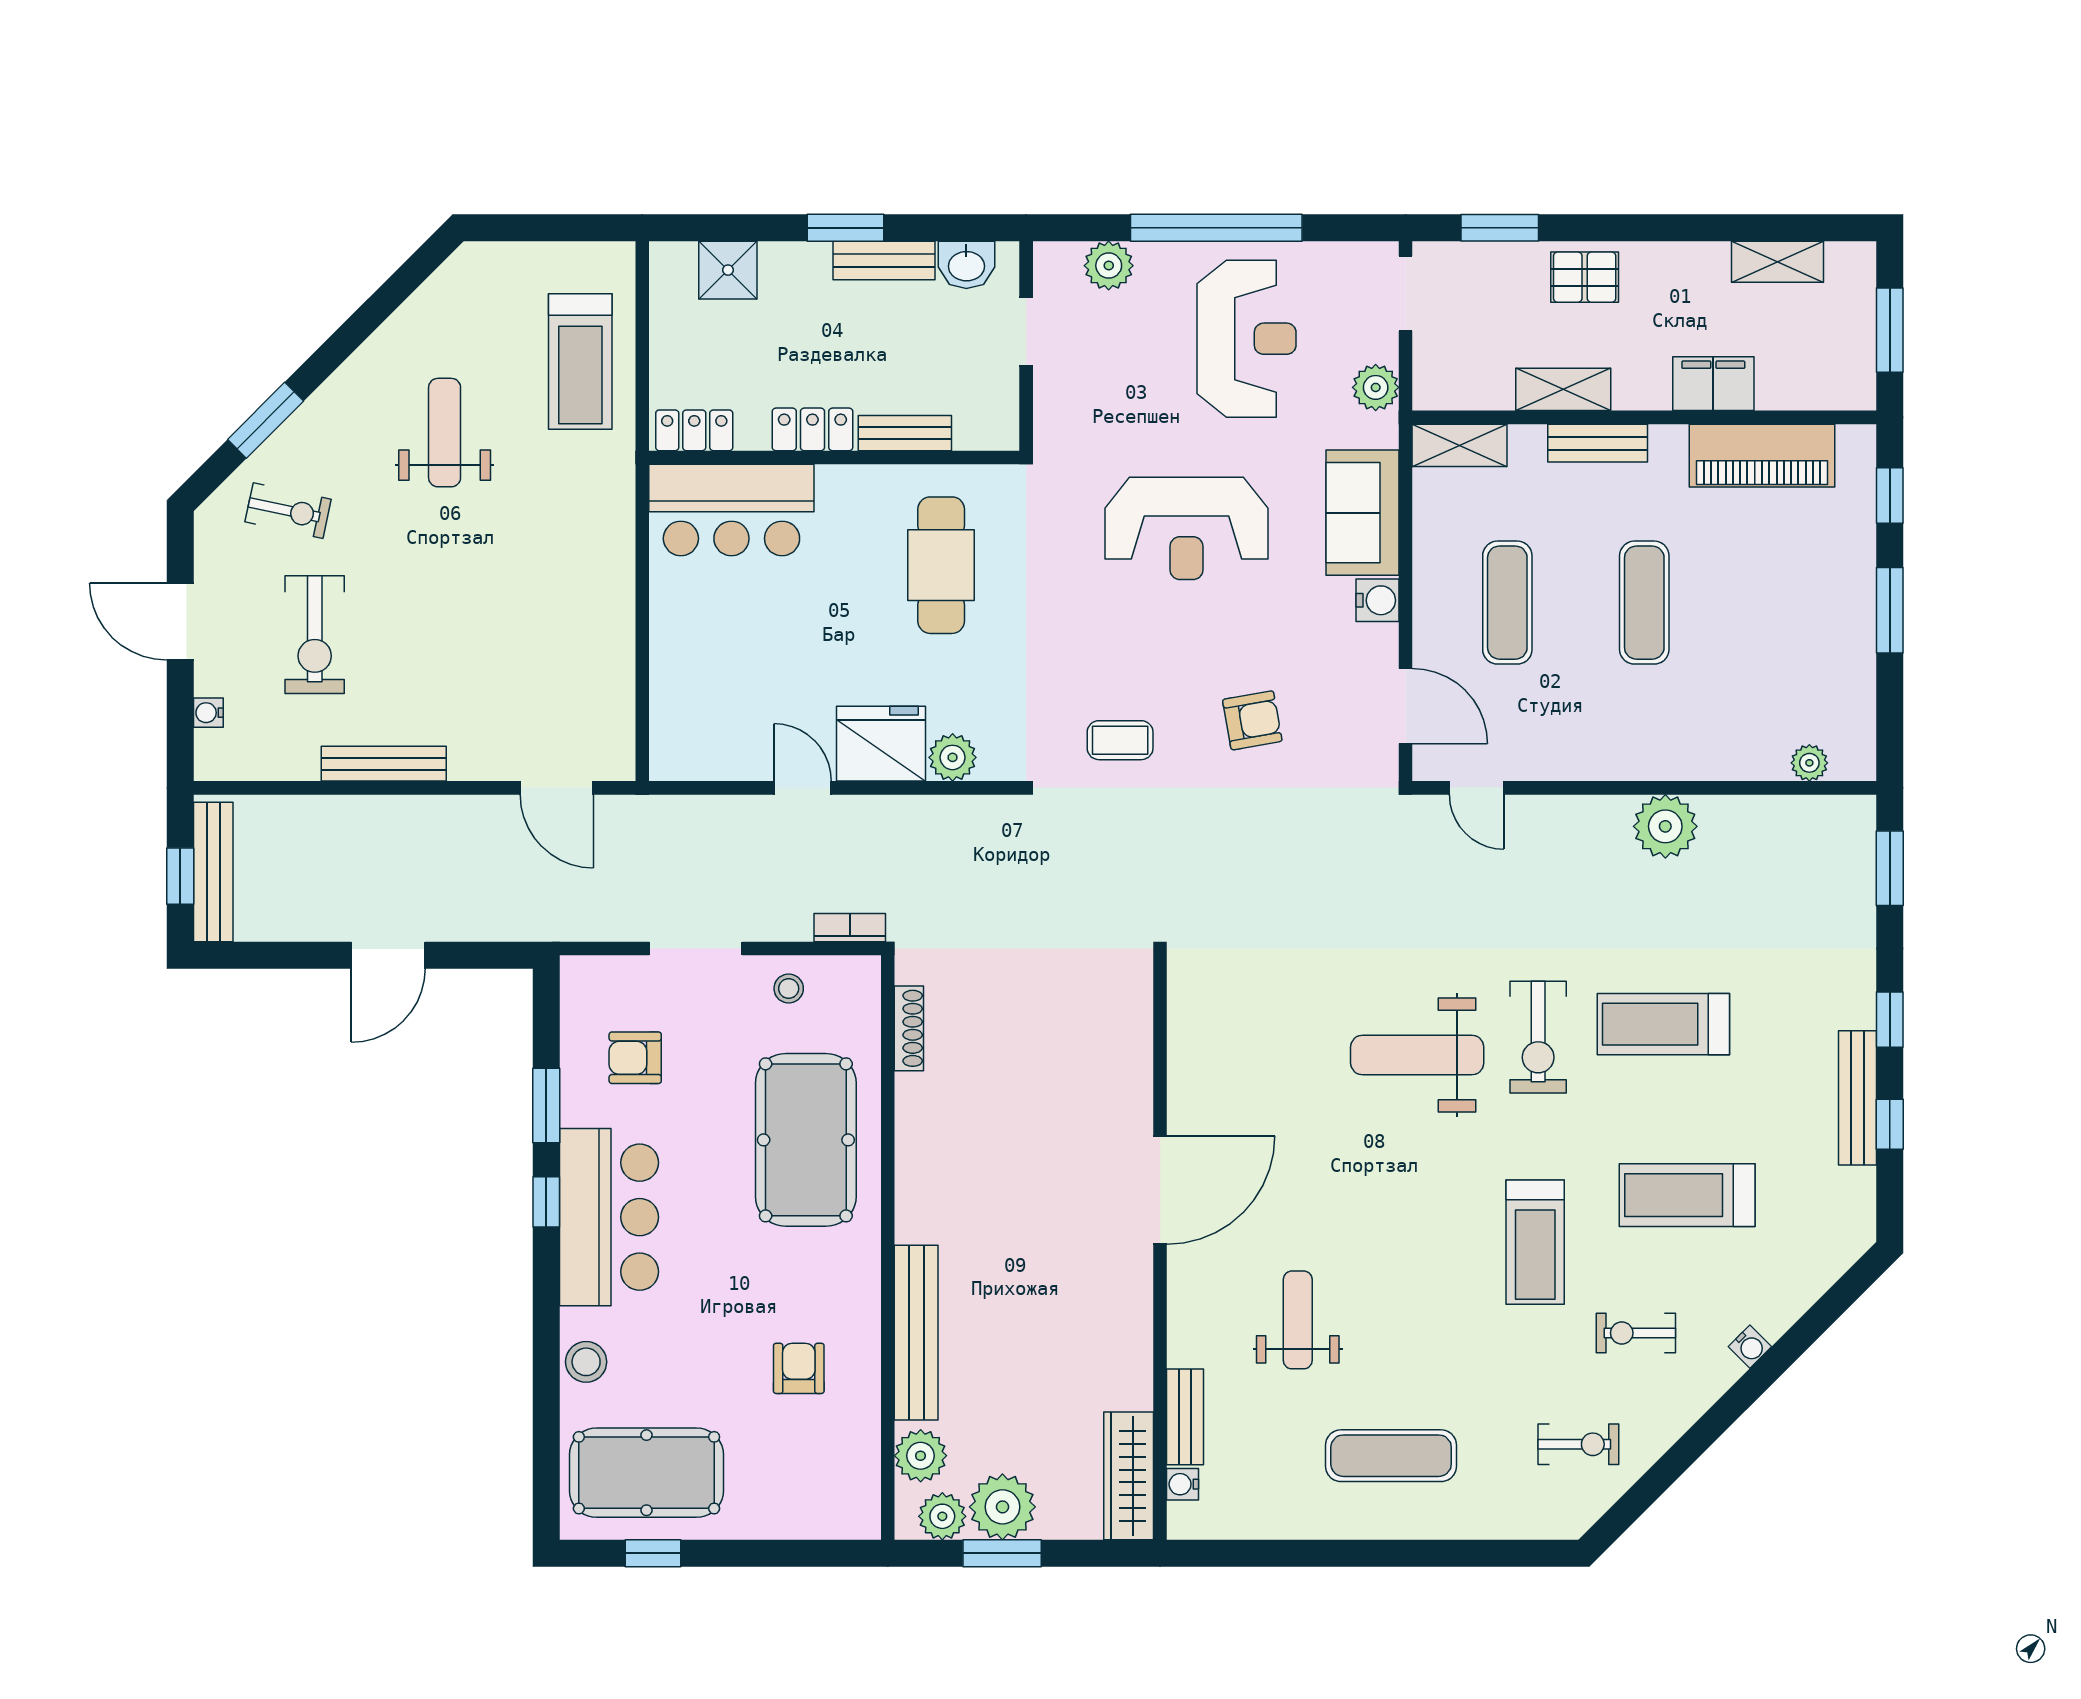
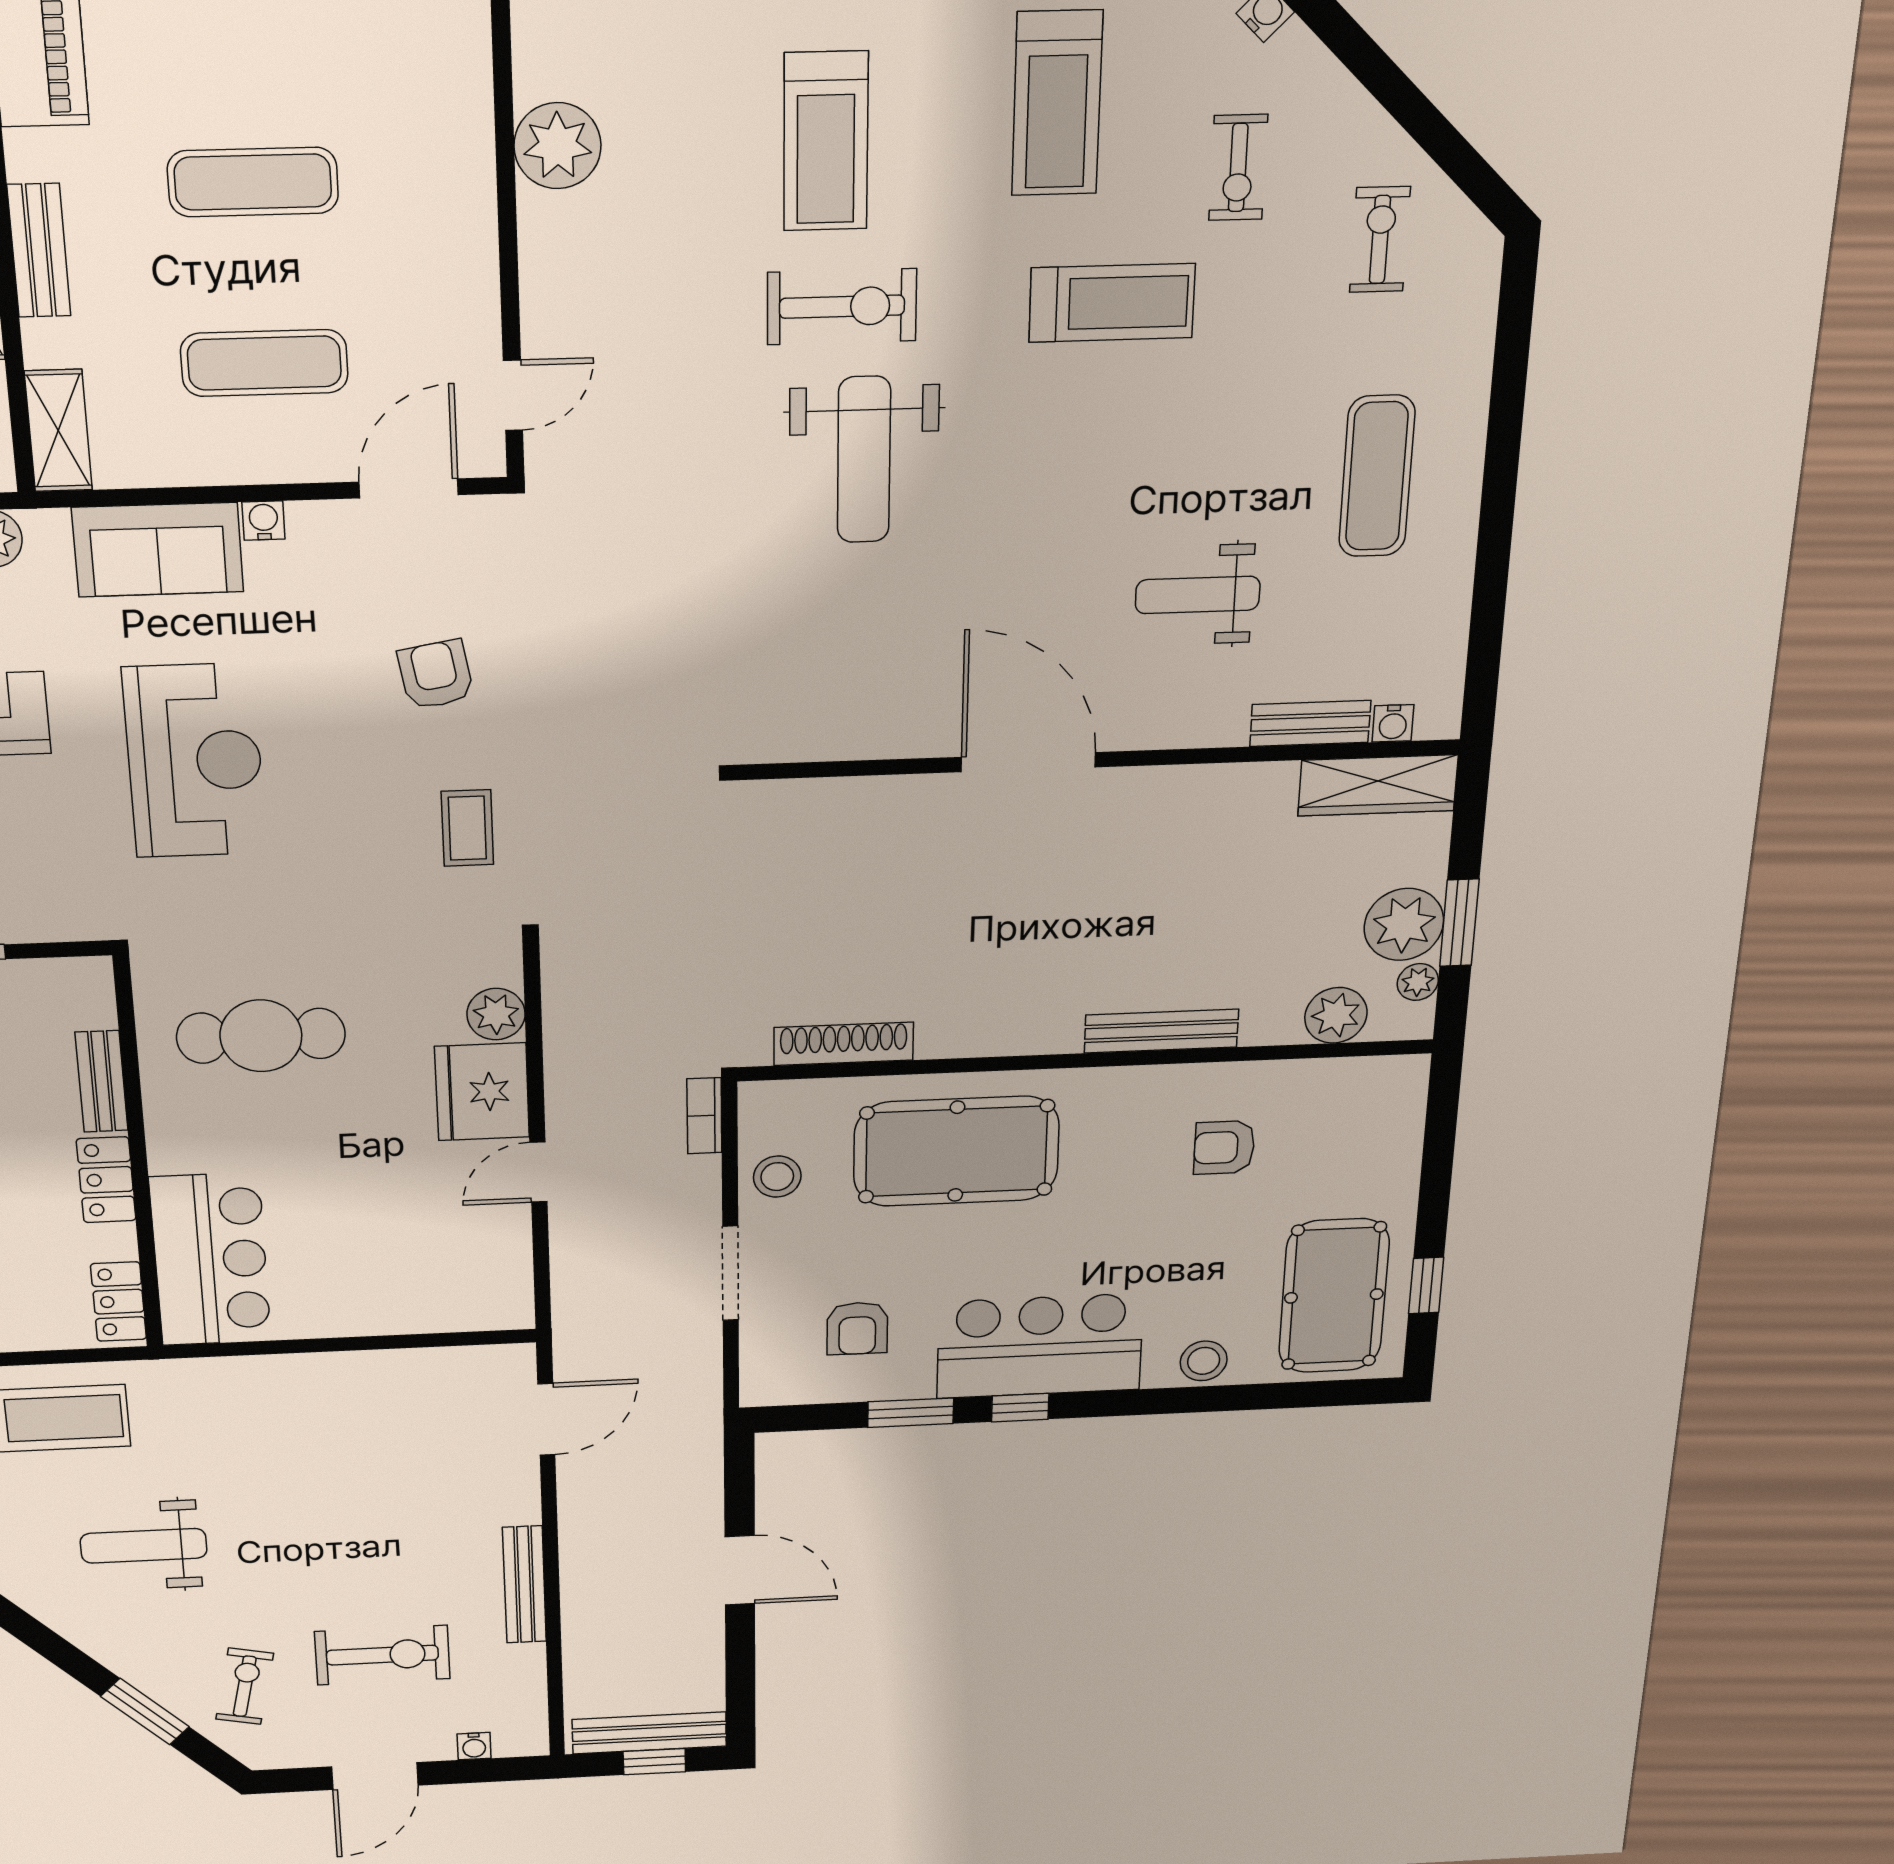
water cooler: (1377, 600) -> (264, 521), width x0.72, depth x0.72
stool: (789, 989) -> (777, 1177), width x1.37, depth x1.37
shoe rack: (909, 1028) -> (844, 1044), width x1.36, depth x1.24
bench: (916, 1333) -> (1161, 1031), width x0.73, depth x0.82
plant: (942, 1516) -> (1418, 982), width x0.73, depth x0.73

